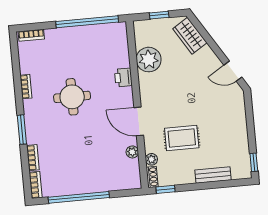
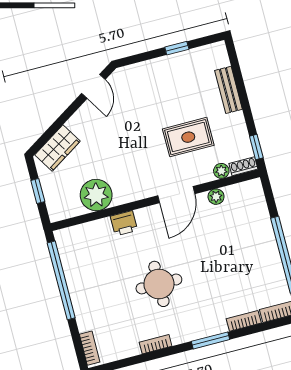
rug: (182, 138) -> (188, 137), turned 90
window: (254, 162) -> (177, 48), moved

